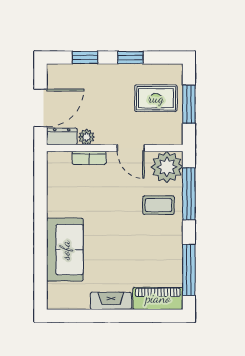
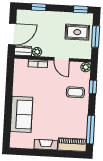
window: (130, 58) -> (81, 9), moved
plant: (167, 167) -> (86, 67), width x0.53, depth x0.53
window: (189, 194) -> (93, 87), width x0.46

